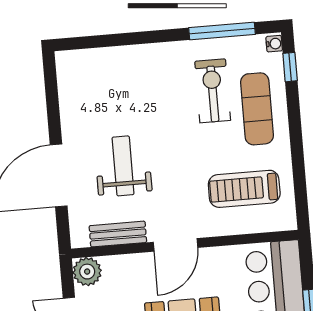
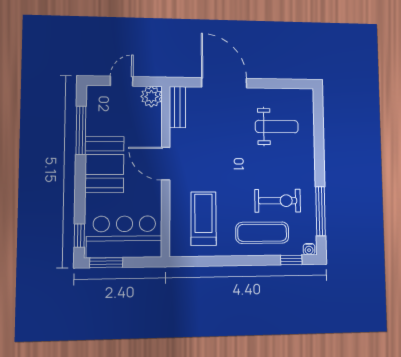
weight bench: (123, 166) -> (277, 127), moved
bench: (118, 234) -> (177, 107), moved

